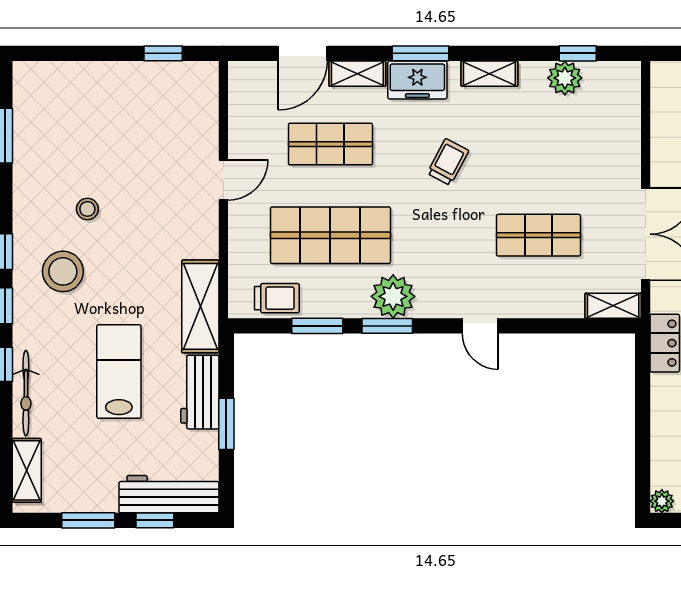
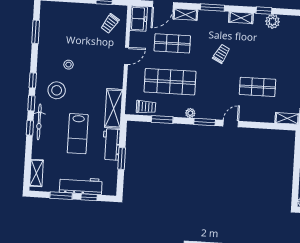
window: (578, 53) -> (264, 11), moved
freezer: (417, 80) -> (139, 19), moved, turned -90
trolley: (180, 106) -> (110, 23), added
plant: (393, 296) -> (190, 113), width x0.53, depth x0.53
window: (387, 326) -> (205, 122), moved
door: (480, 326) -> (231, 124), swing flipped
lab bench: (119, 371) -> (78, 134), turned 180
bicycle: (26, 393) -> (39, 122), moved
workbench: (169, 494) -> (81, 186), moved

